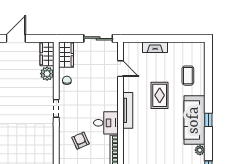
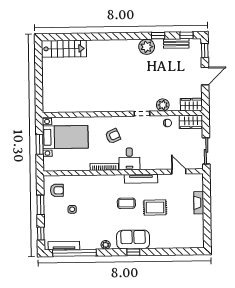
door: (16, 38) -> (205, 76), hinge flipped
door: (120, 69) -> (179, 172), swing flipped
plant: (47, 74) -> (163, 105), moved
coffee table: (188, 76) -> (126, 203), moved
sofa: (194, 120) -> (133, 239), width x0.73

